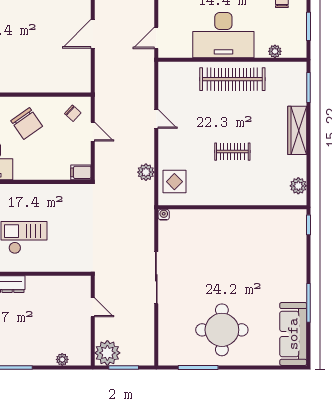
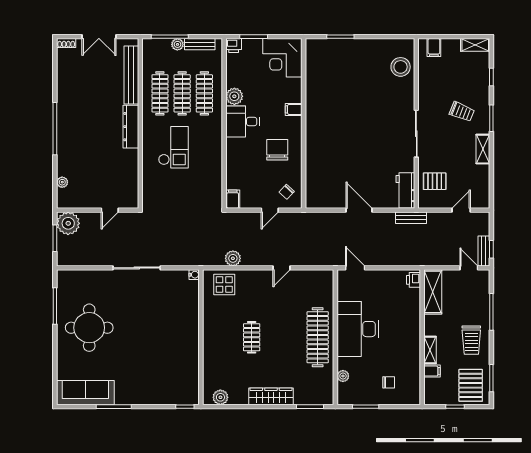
chair: (27, 123) -> (277, 150), turned 125

